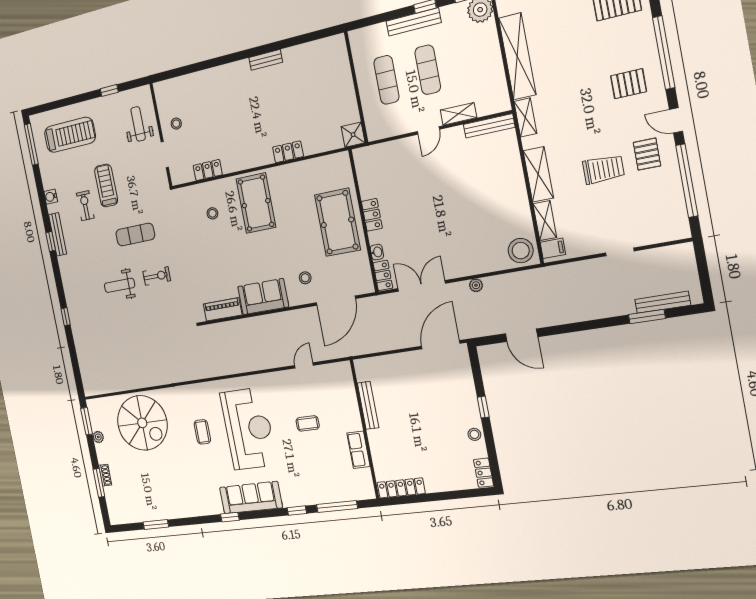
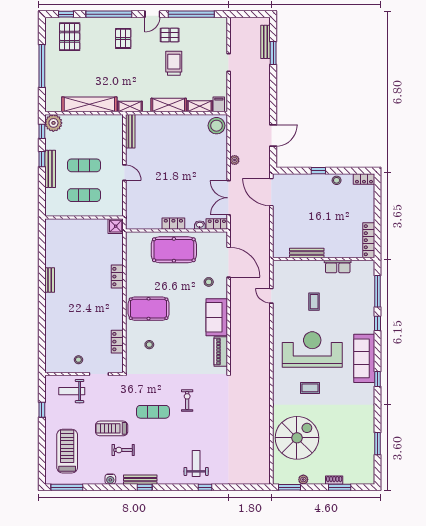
shelving: (459, 114) -> (118, 150), removed
exercise mat: (135, 235) -> (153, 412), turned 90
weight bench: (120, 285) -> (196, 464), moved, turned 180

